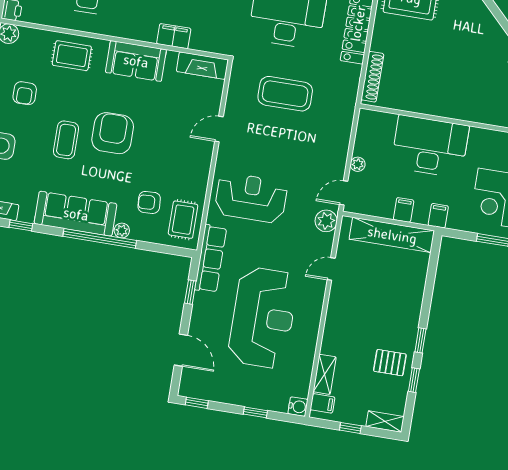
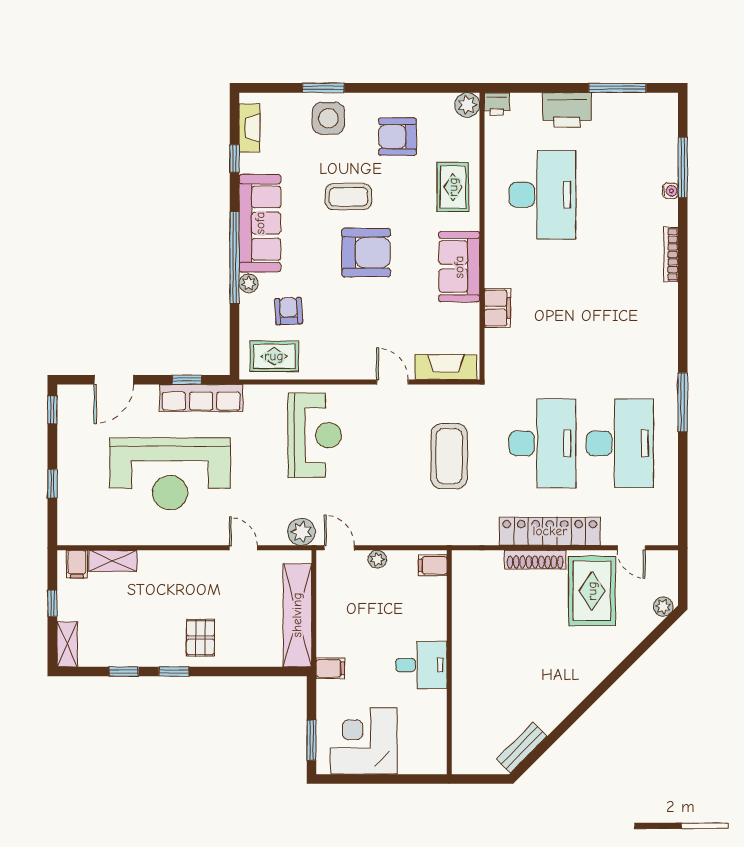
fireplace: (202, 66) -> (446, 367), moved, turned 90
shoe rack: (372, 77) -> (535, 560), moved
armchair: (25, 93) -> (397, 137), width x1.38, depth x1.38
desk: (430, 146) -> (421, 665), width x0.53, depth x0.77
filing cabinet: (404, 210) -> (433, 565), moved, turned 180
row of seats: (211, 259) -> (201, 398), moved
pallet: (390, 363) -> (200, 638), moved
water cooler: (298, 407) -> (68, 535), removed

